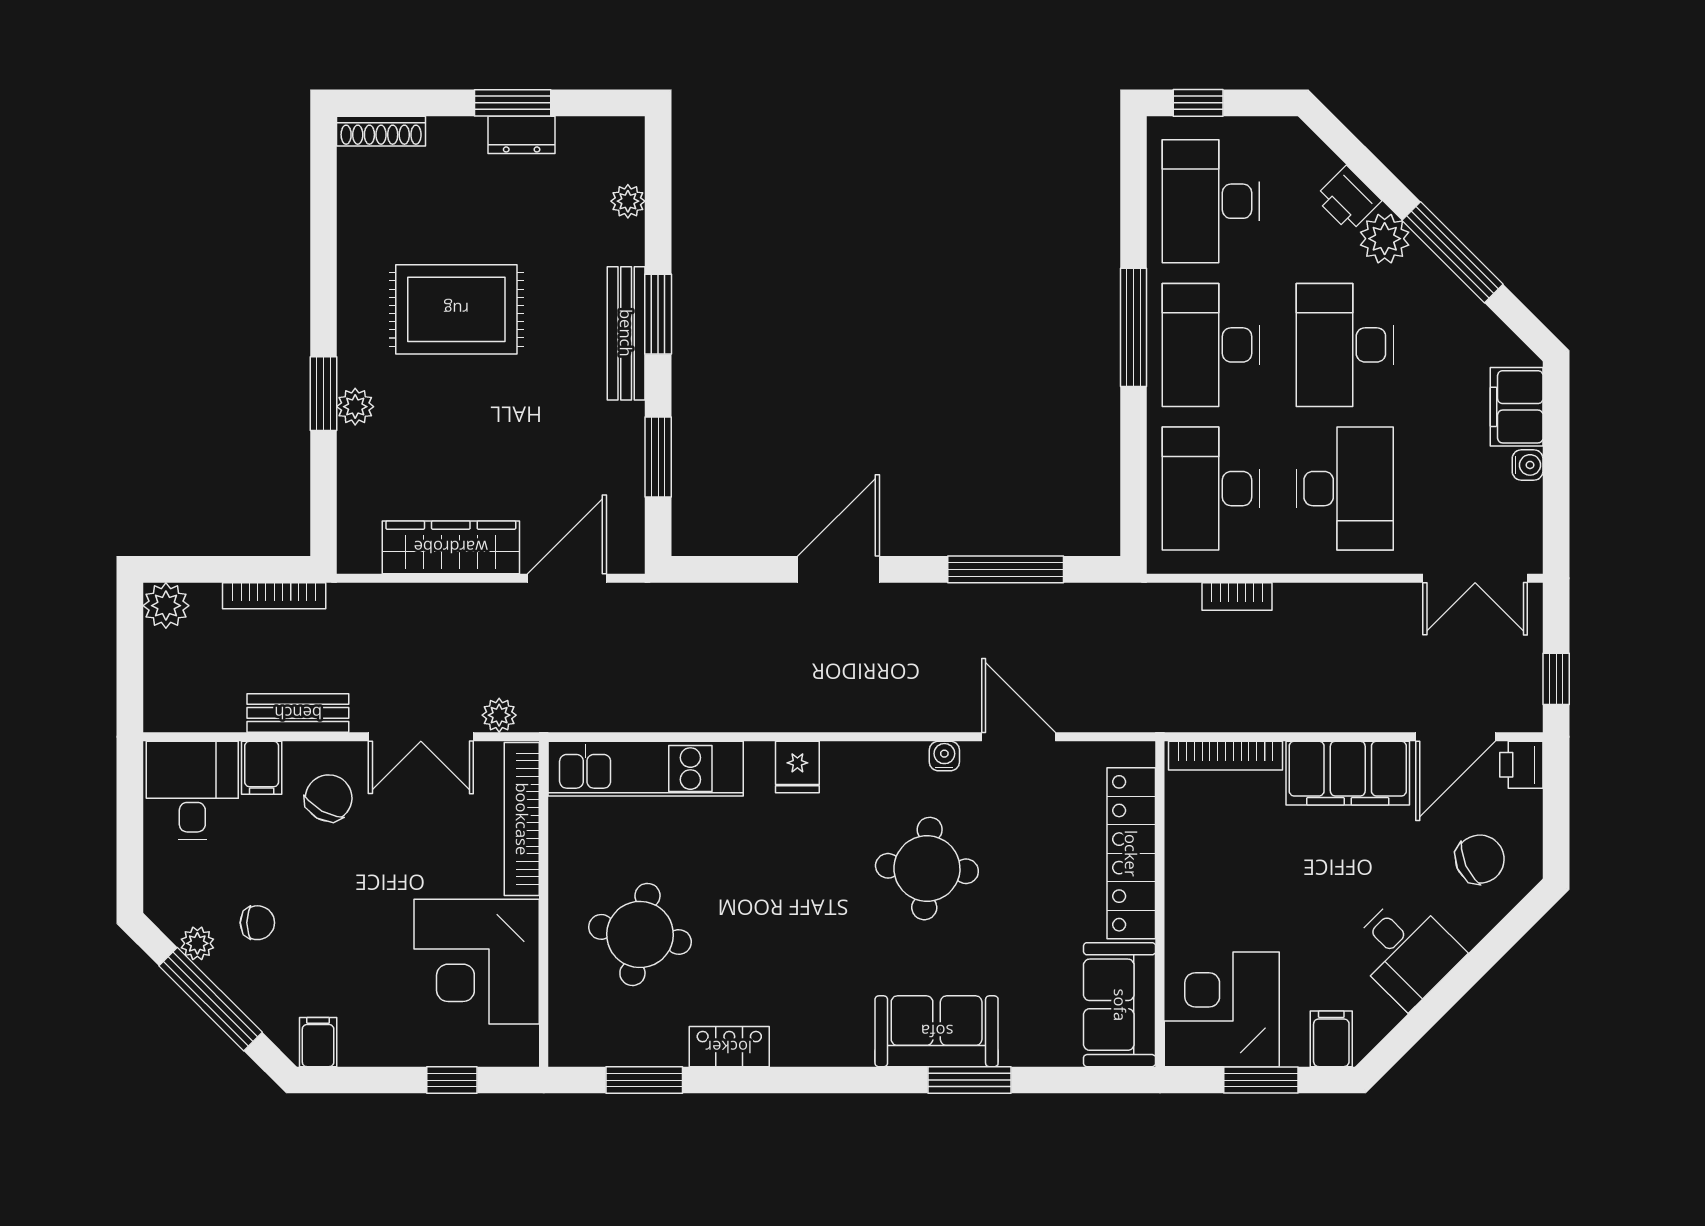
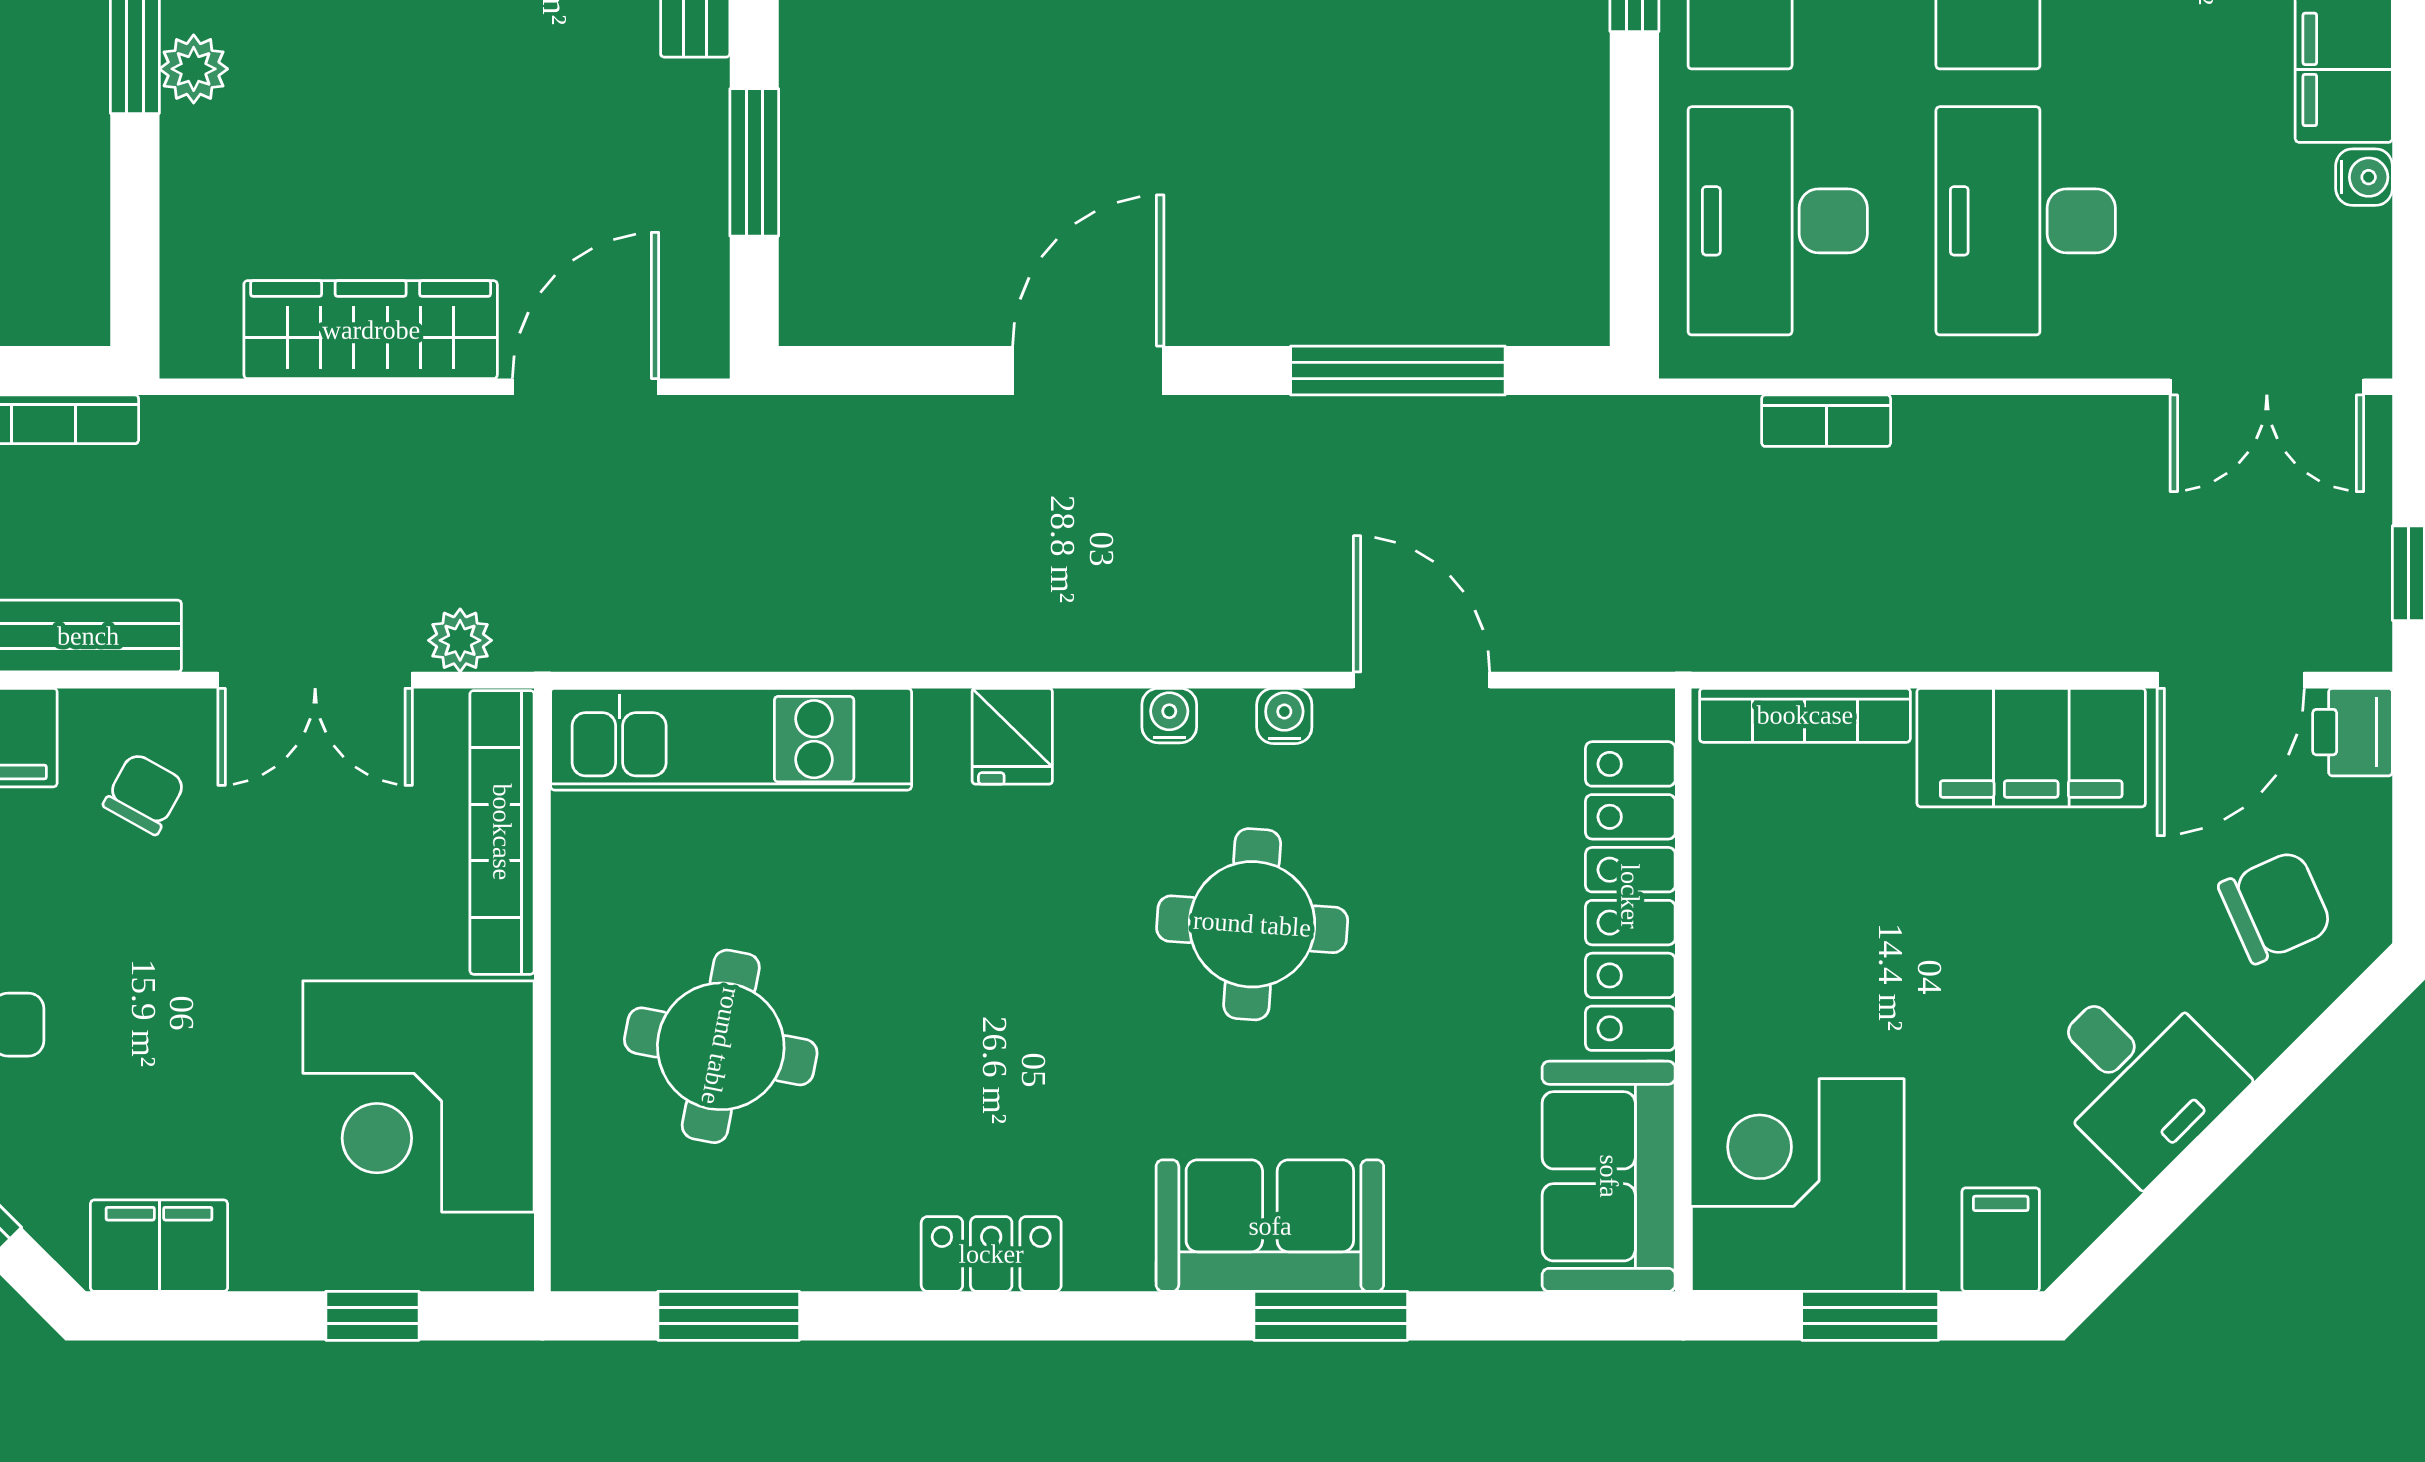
desk: (1345, 489) -> (2026, 221), turned 180
water cooler: (882, 756) -> (1169, 716), added
chair: (329, 798) -> (144, 794), width x0.73, depth x0.73
filing cabinet: (318, 1042) -> (159, 1246), width x2.00
locker: (729, 1047) -> (991, 1254), moved

